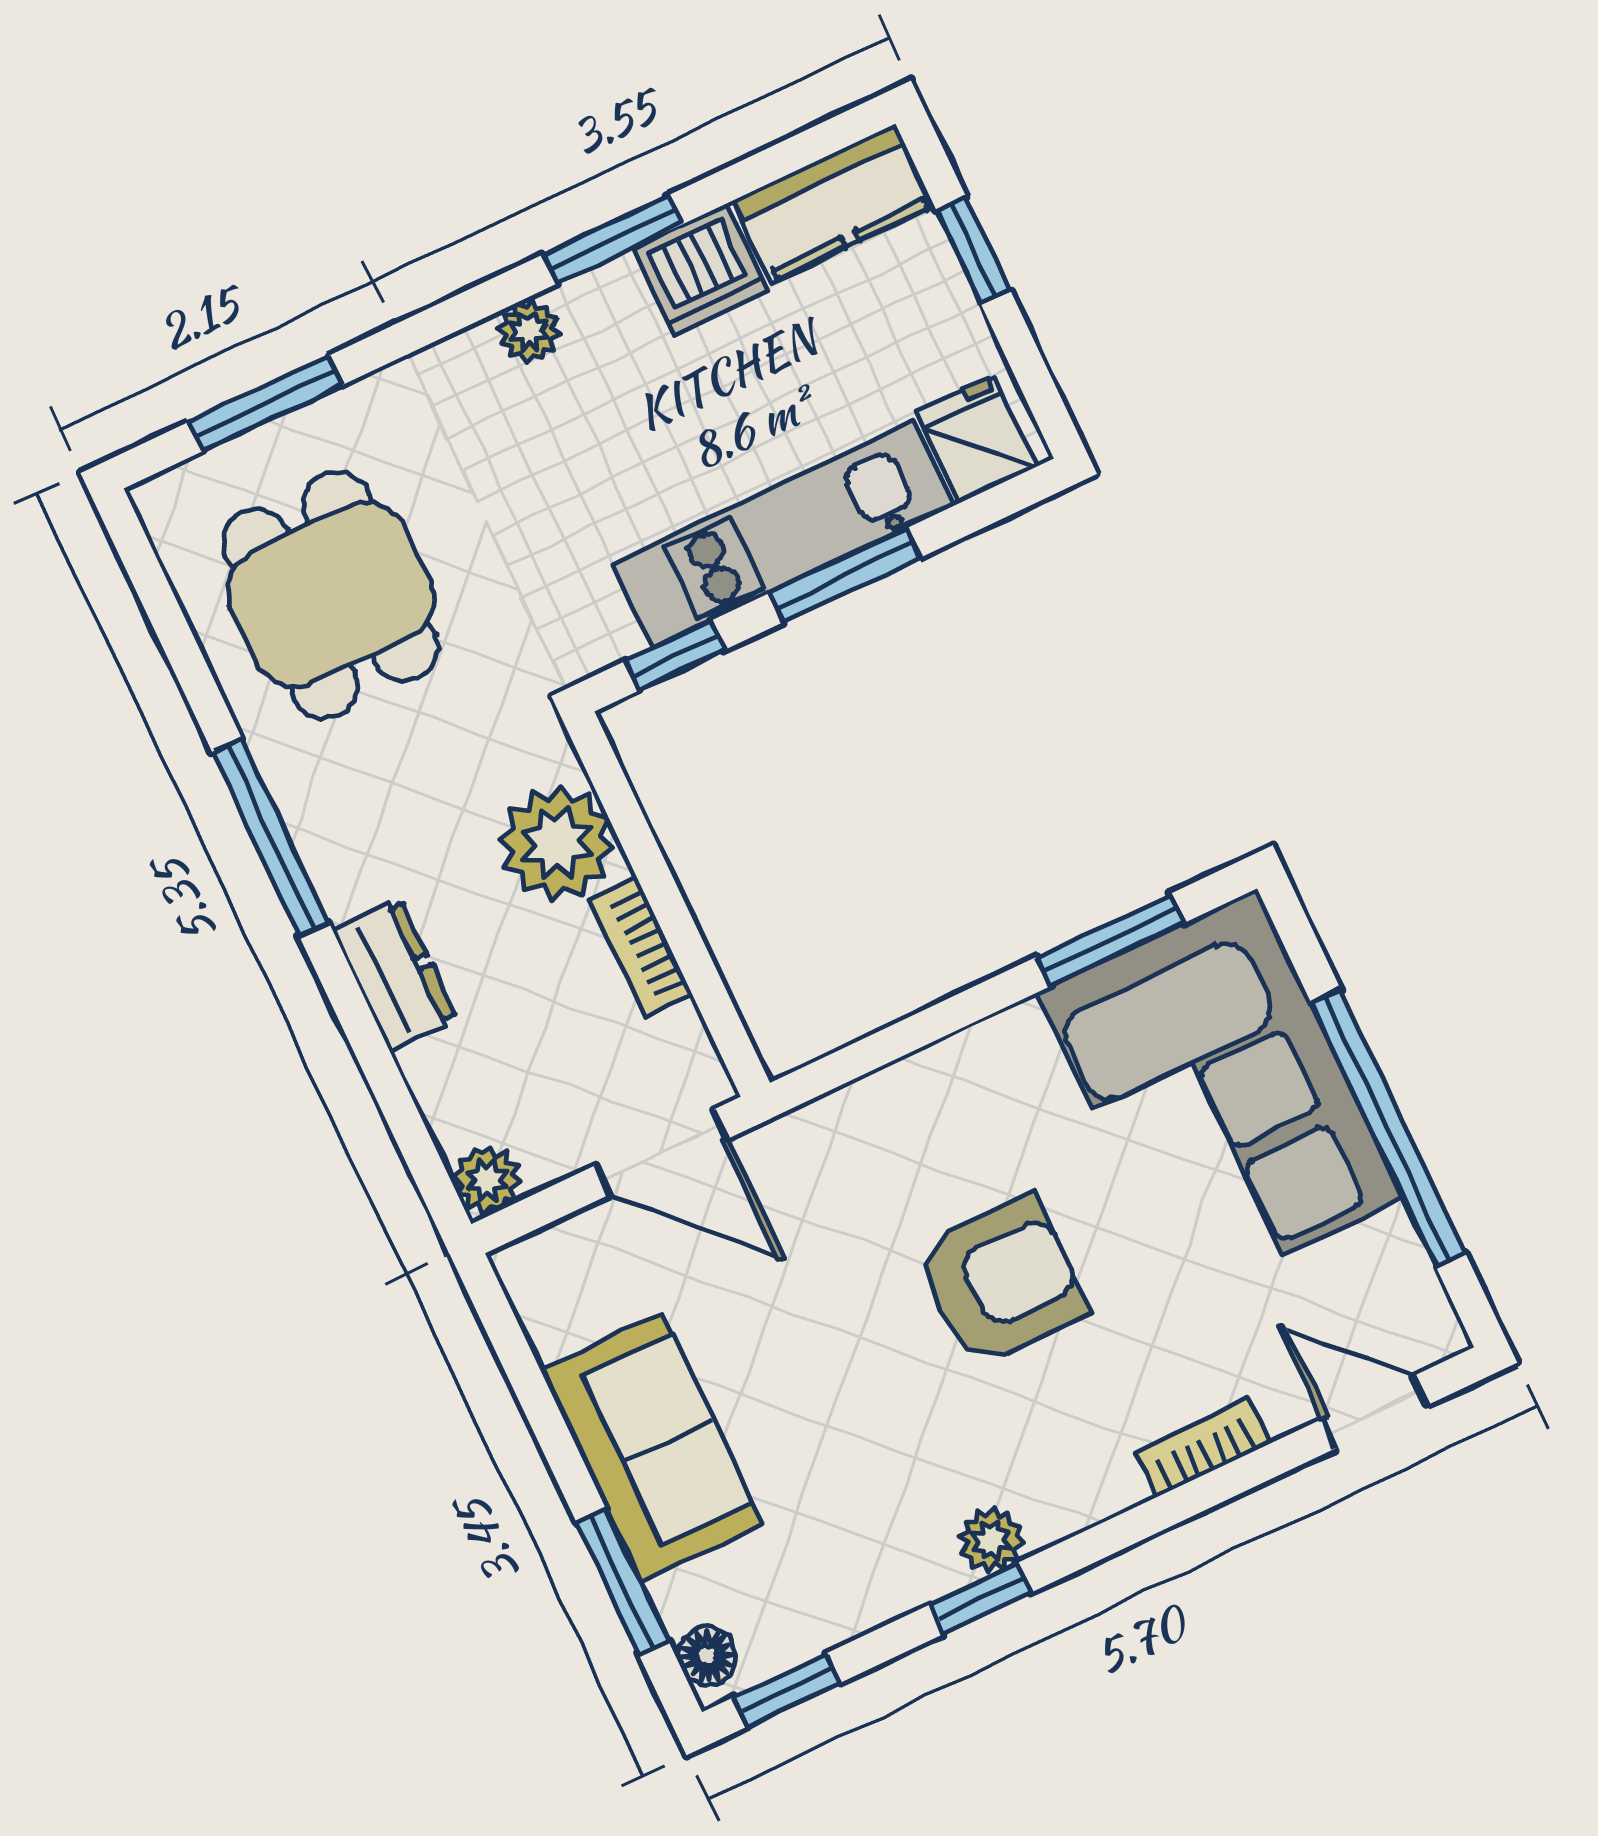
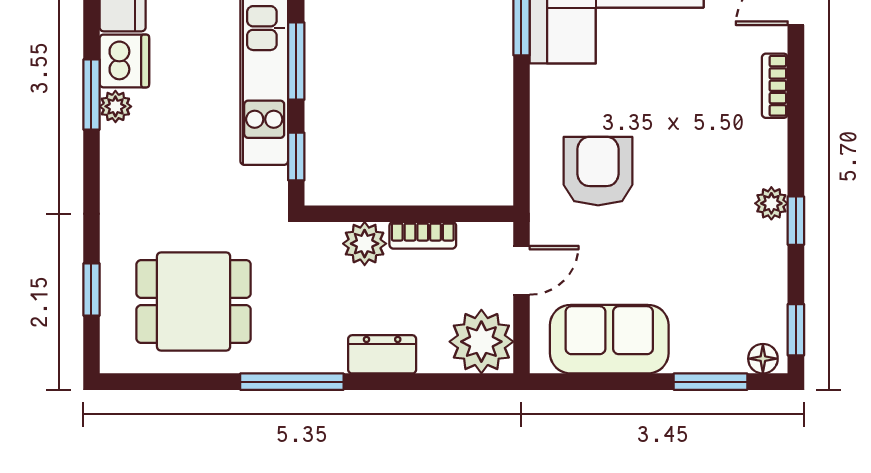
plant: (529, 331) -> (115, 106), moved
window: (266, 403) -> (91, 290), width x0.67
plant: (557, 843) -> (365, 244), width x0.73, depth x0.73
door: (662, 1152) -> (521, 270), width x0.73
plant: (487, 1180) -> (481, 342), width x1.87, depth x1.87
armchair: (1001, 1280) -> (598, 171), moved
sofa: (651, 1447) -> (609, 339), moved

